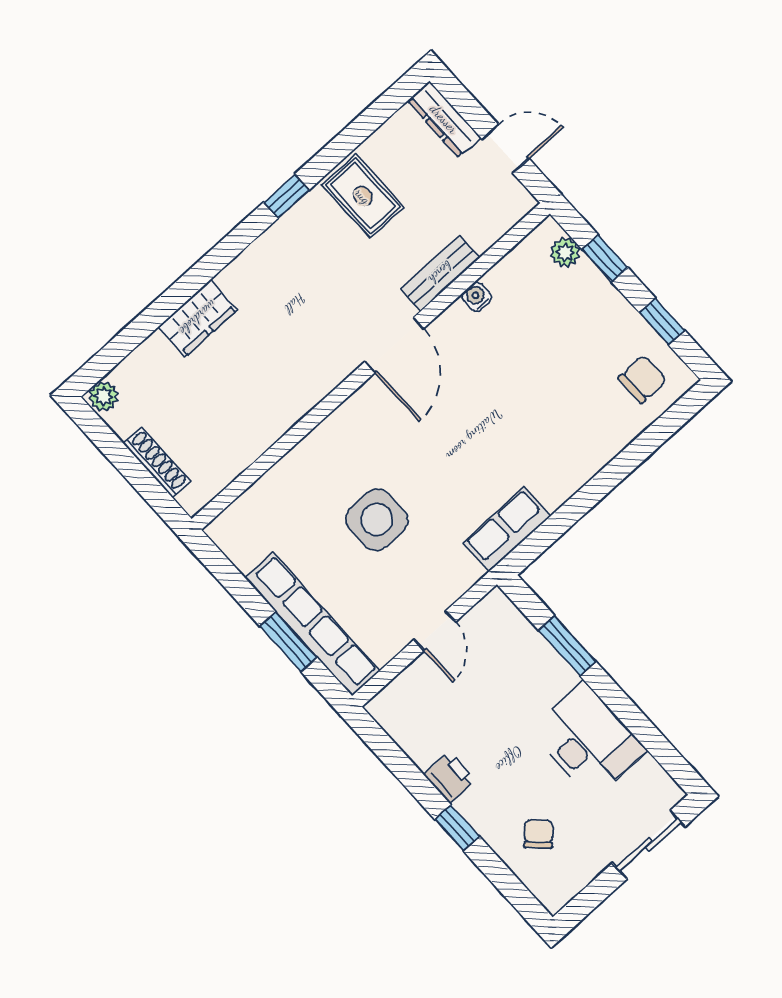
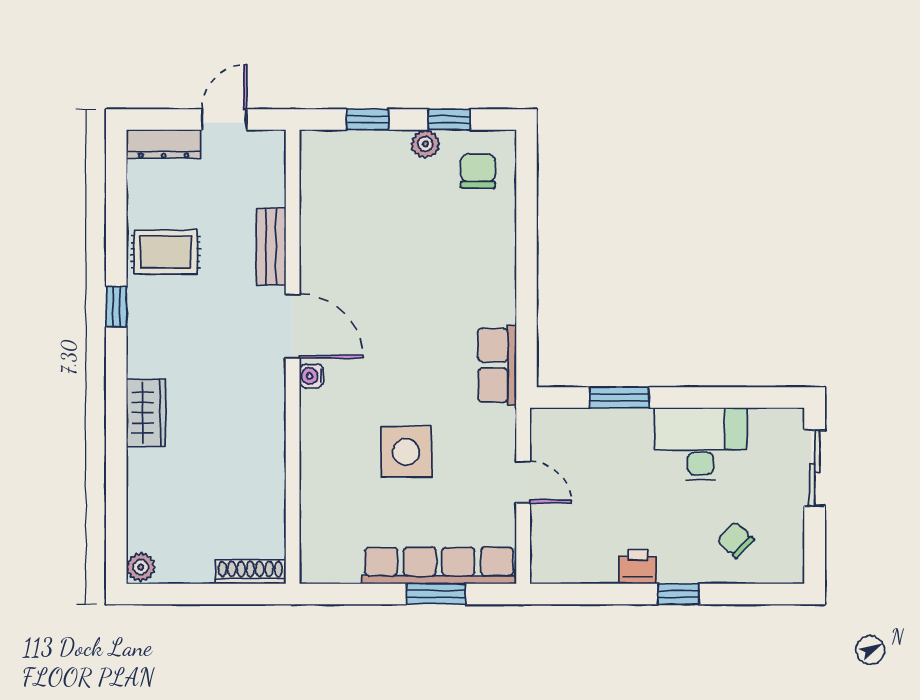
plant: (565, 252) -> (425, 144), moved
water cooler: (477, 297) -> (311, 376), moved
wardrobe: (198, 318) -> (146, 413), moved
shoe rack: (157, 462) -> (250, 572), moved

